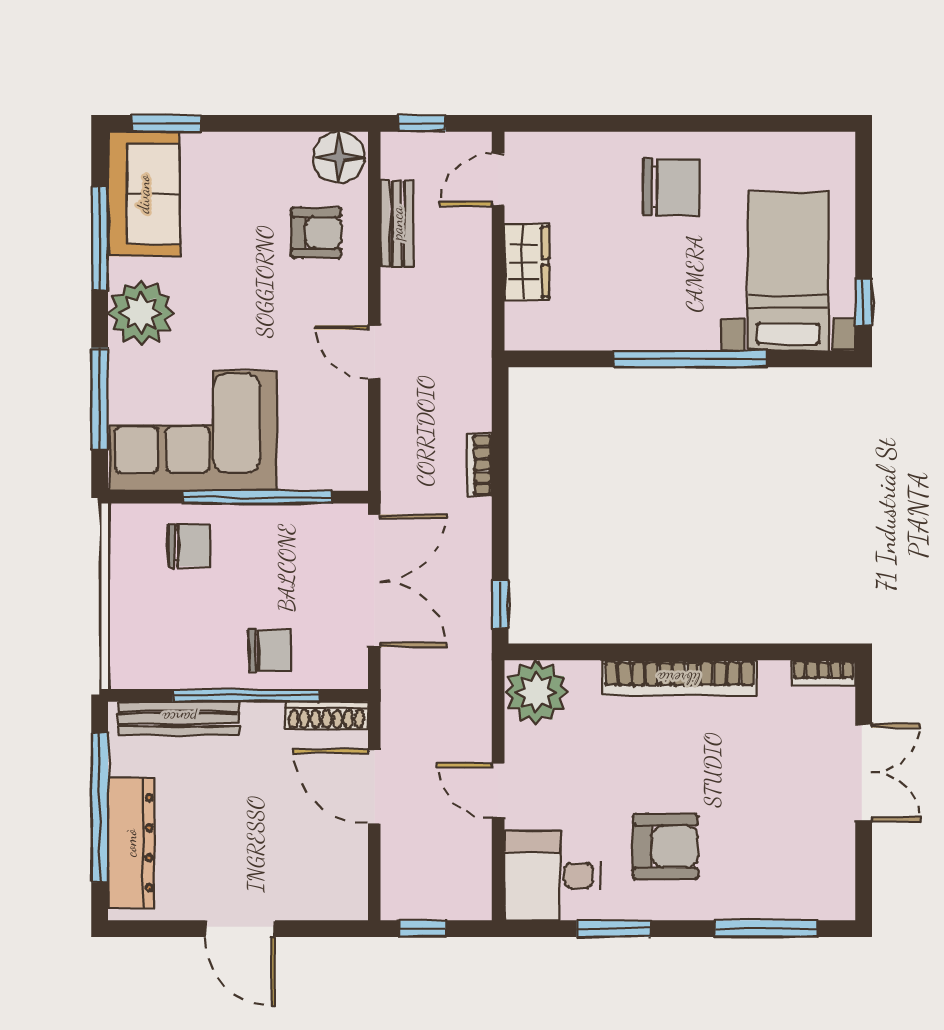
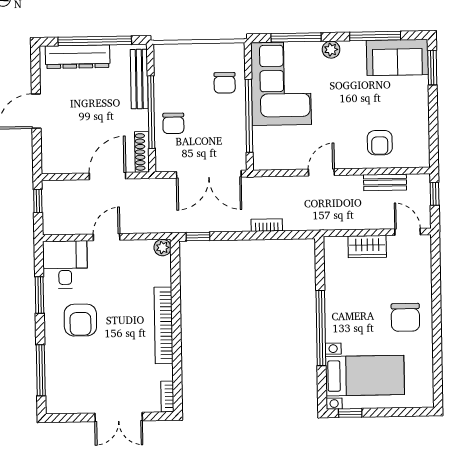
floor lamp: (339, 157) -> (417, 153), removed
plant: (141, 313) -> (331, 50), width x0.53, depth x0.53
plant: (536, 692) -> (163, 248), width x0.53, depth x0.53

